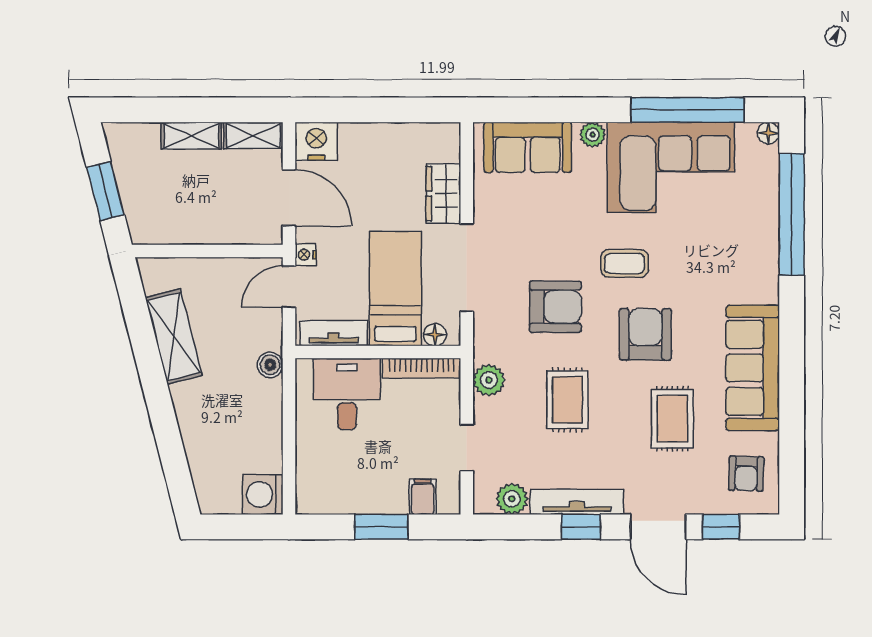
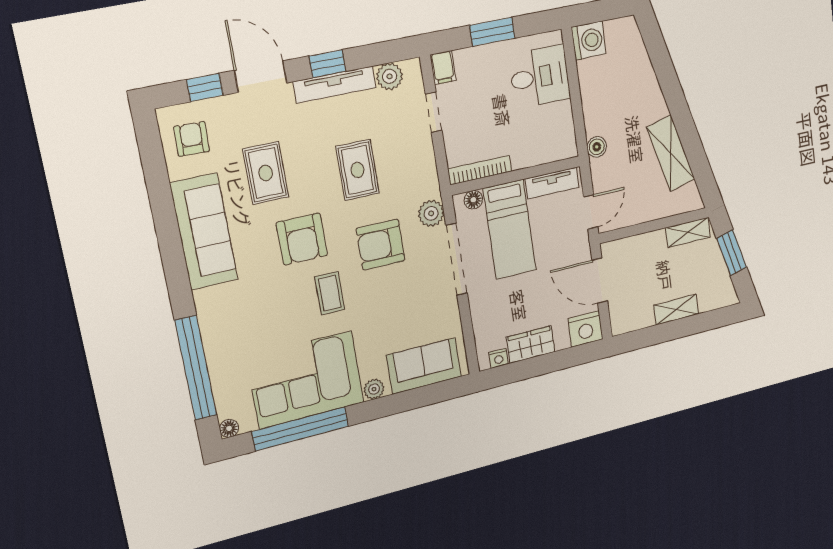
shelving: (253, 135) -> (688, 232), moved
wardrobe: (443, 194) -> (531, 345), moved, turned -90
nightstand: (306, 255) -> (499, 358), moved, turned 90
coffee table: (625, 263) -> (330, 293), turned 90
plant: (489, 380) -> (431, 213), moved
desk: (347, 394) -> (540, 77), moved, turned -90
filing cabinet: (423, 497) -> (443, 68), moved

